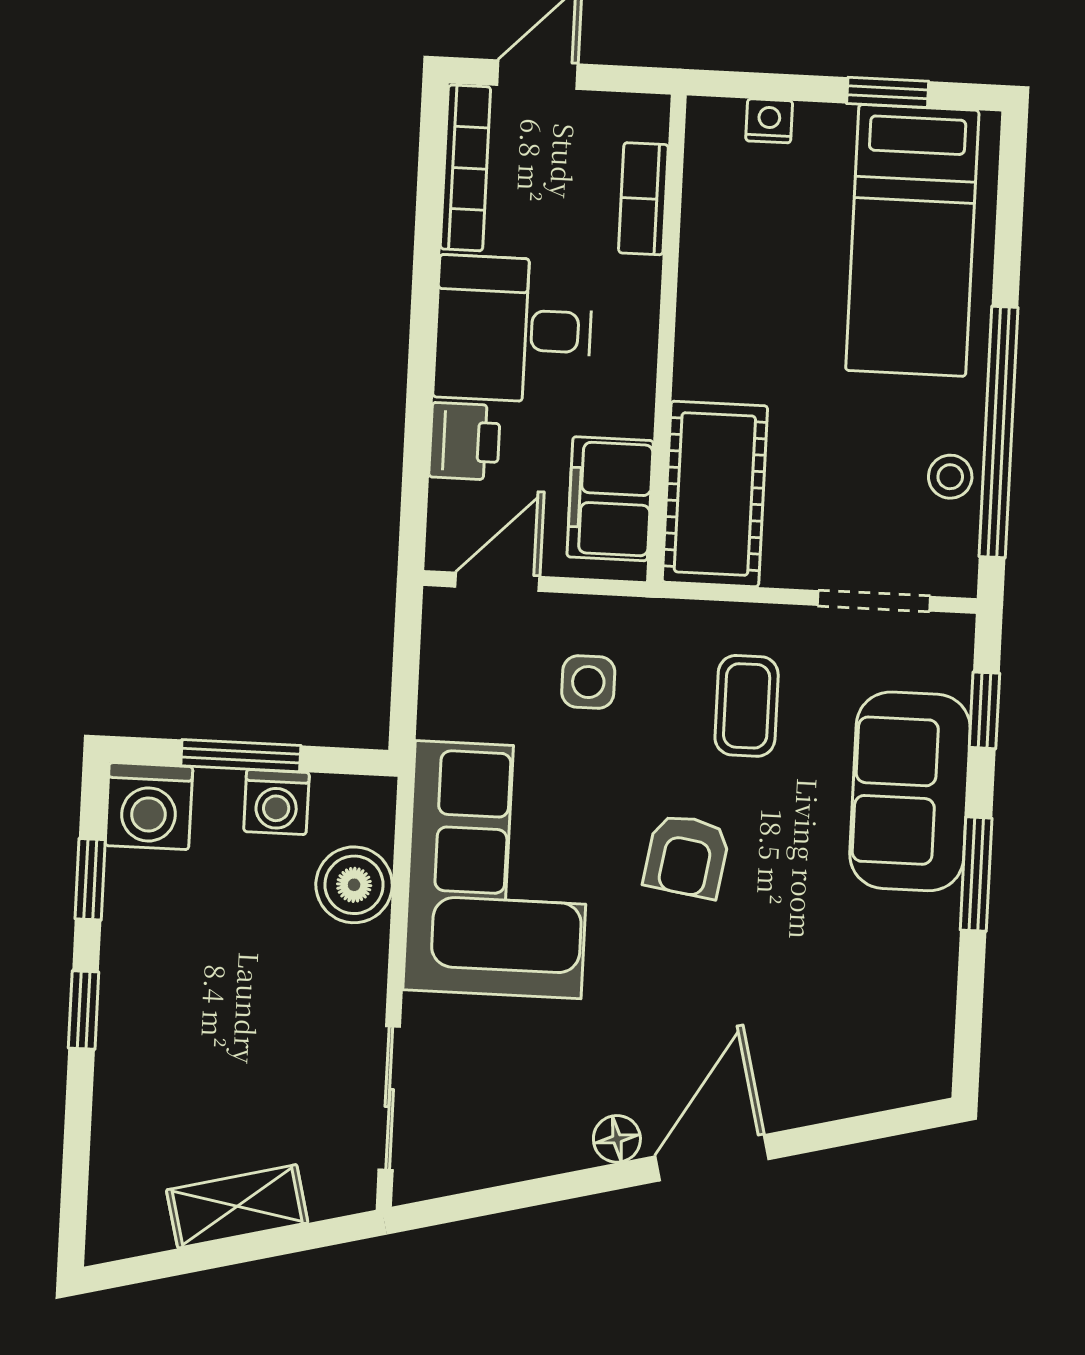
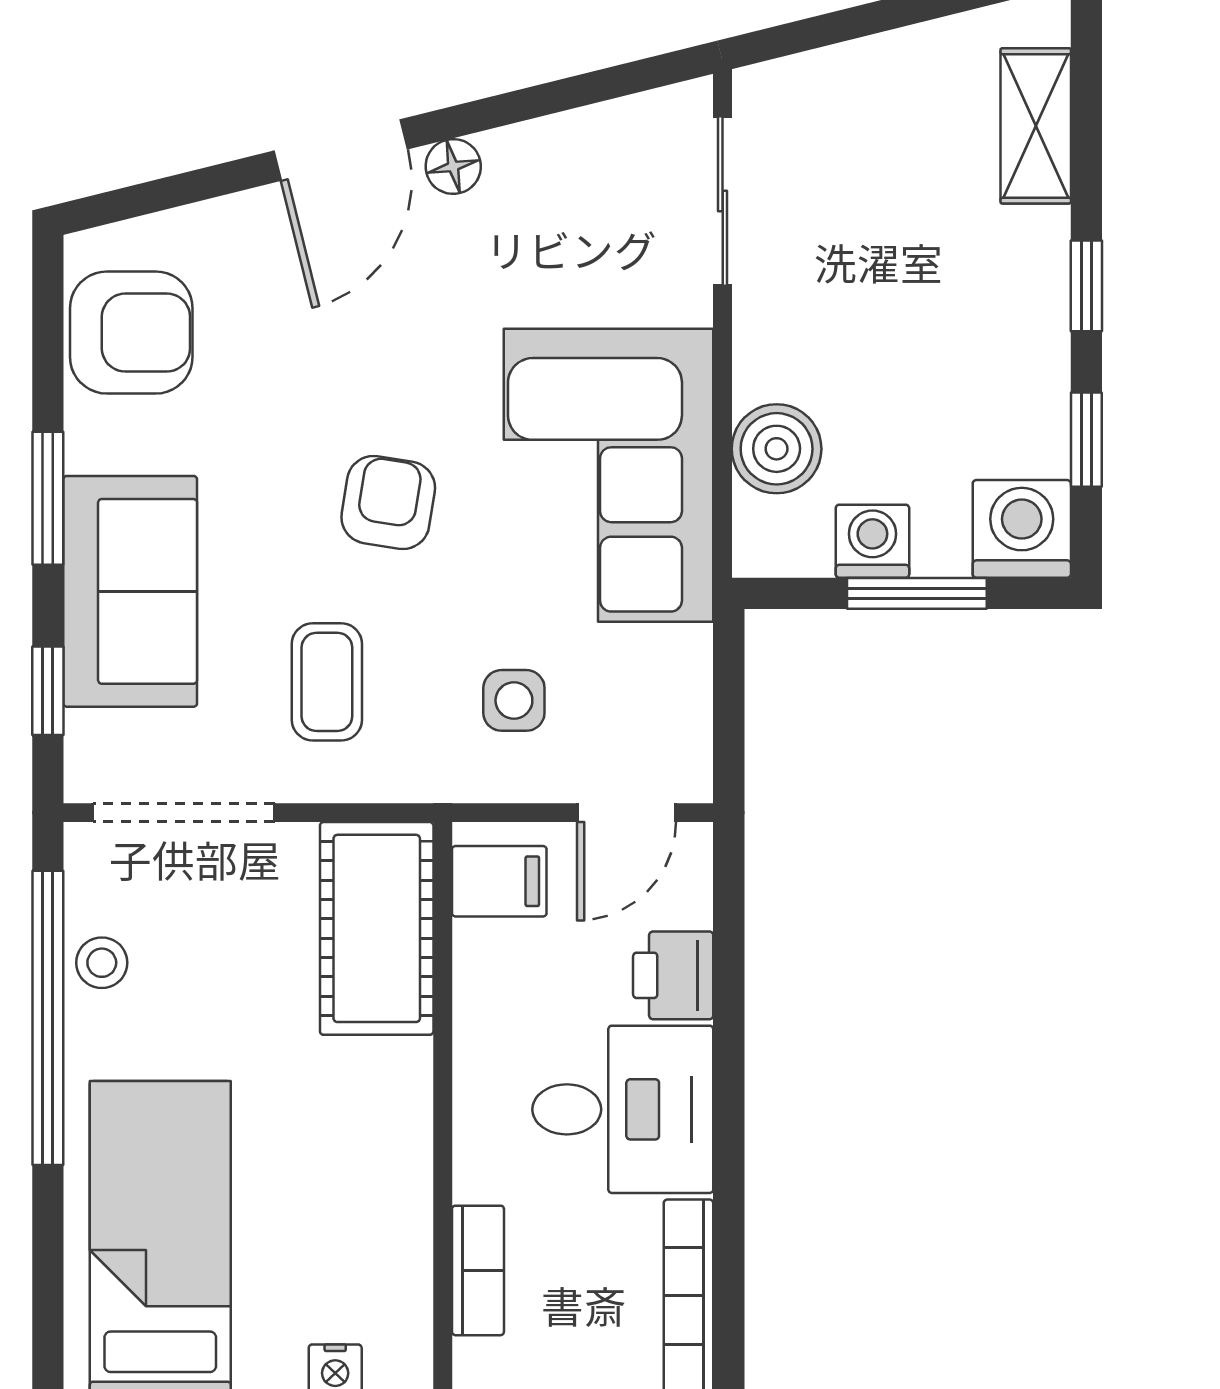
filing cabinet: (610, 499) -> (499, 881), width x0.50
doorway: (874, 601) -> (184, 813), width x1.38
armchair: (898, 1011) -> (131, 333), added
shelving: (237, 1206) -> (1036, 126), moved, turned -76

